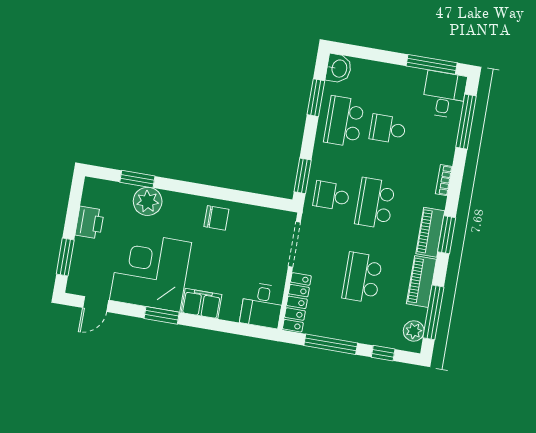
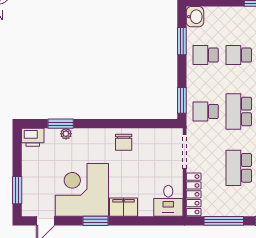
school desk: (344, 121) -> (206, 55), width x0.54
plant: (148, 201) -> (66, 134), width x0.53, depth x0.53
chair: (216, 218) -> (124, 142), turned 90
printer: (90, 223) -> (33, 137), moved, turned 90

